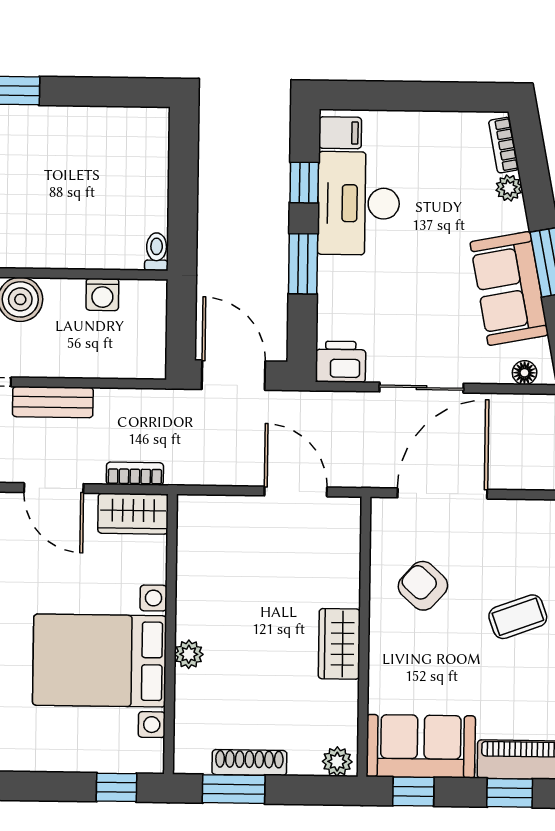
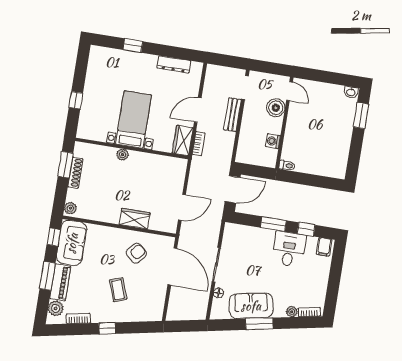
desk: (359, 203) -> (289, 249), width x0.73
printer: (341, 362) -> (232, 233), removed
floor lamp: (525, 373) -> (218, 293), moved
wardrobe: (339, 644) -> (134, 219), moved
bed with nightstands: (100, 661) -> (133, 120), width x0.73
window: (117, 787) -> (76, 100), moved
window: (510, 793) -> (47, 276), width x1.50

